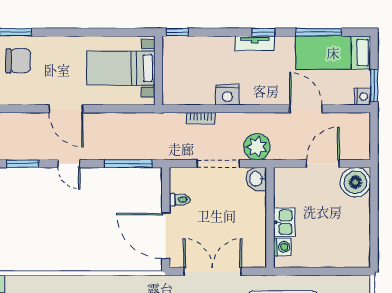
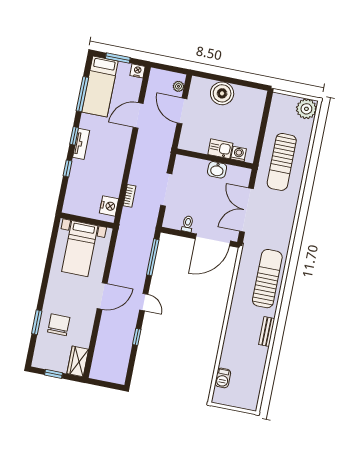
window: (177, 32) -> (68, 168), moved
window: (374, 86) -> (118, 58), moved
nightstand: (227, 95) -> (109, 206), moved
plant: (257, 147) -> (178, 86), moved, width x0.53, depth x0.53
window: (23, 164) -> (137, 337), width x0.67
door: (69, 164) -> (144, 302), hinge flipped
washbasin: (256, 179) -> (217, 170), moved
boiler: (355, 182) -> (222, 93), moved

